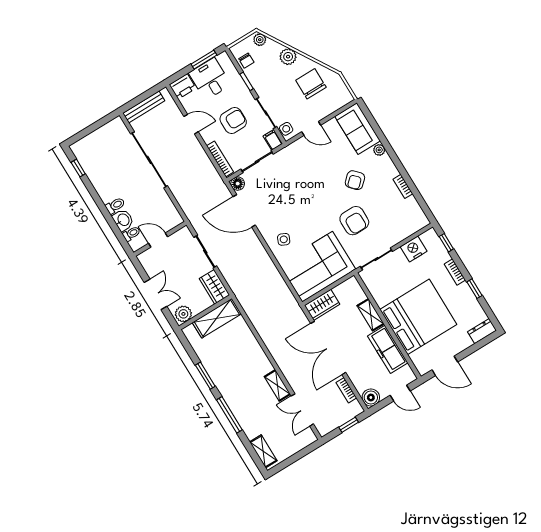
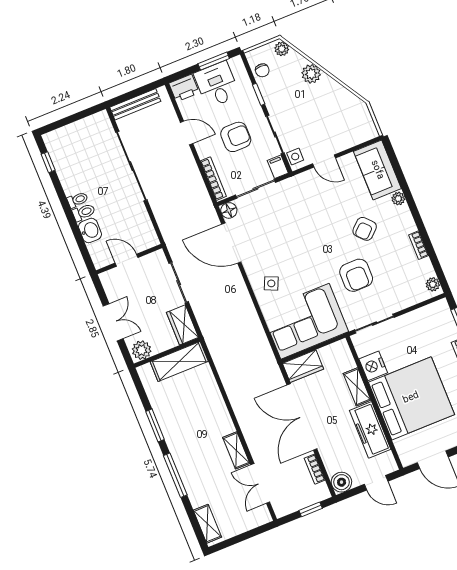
chair: (311, 84) -> (332, 109), removed
plant: (420, 218) -> (433, 284), added
toilet: (131, 234) -> (78, 200), moved
nightstand: (414, 249) -> (373, 366), moved, turned -90

